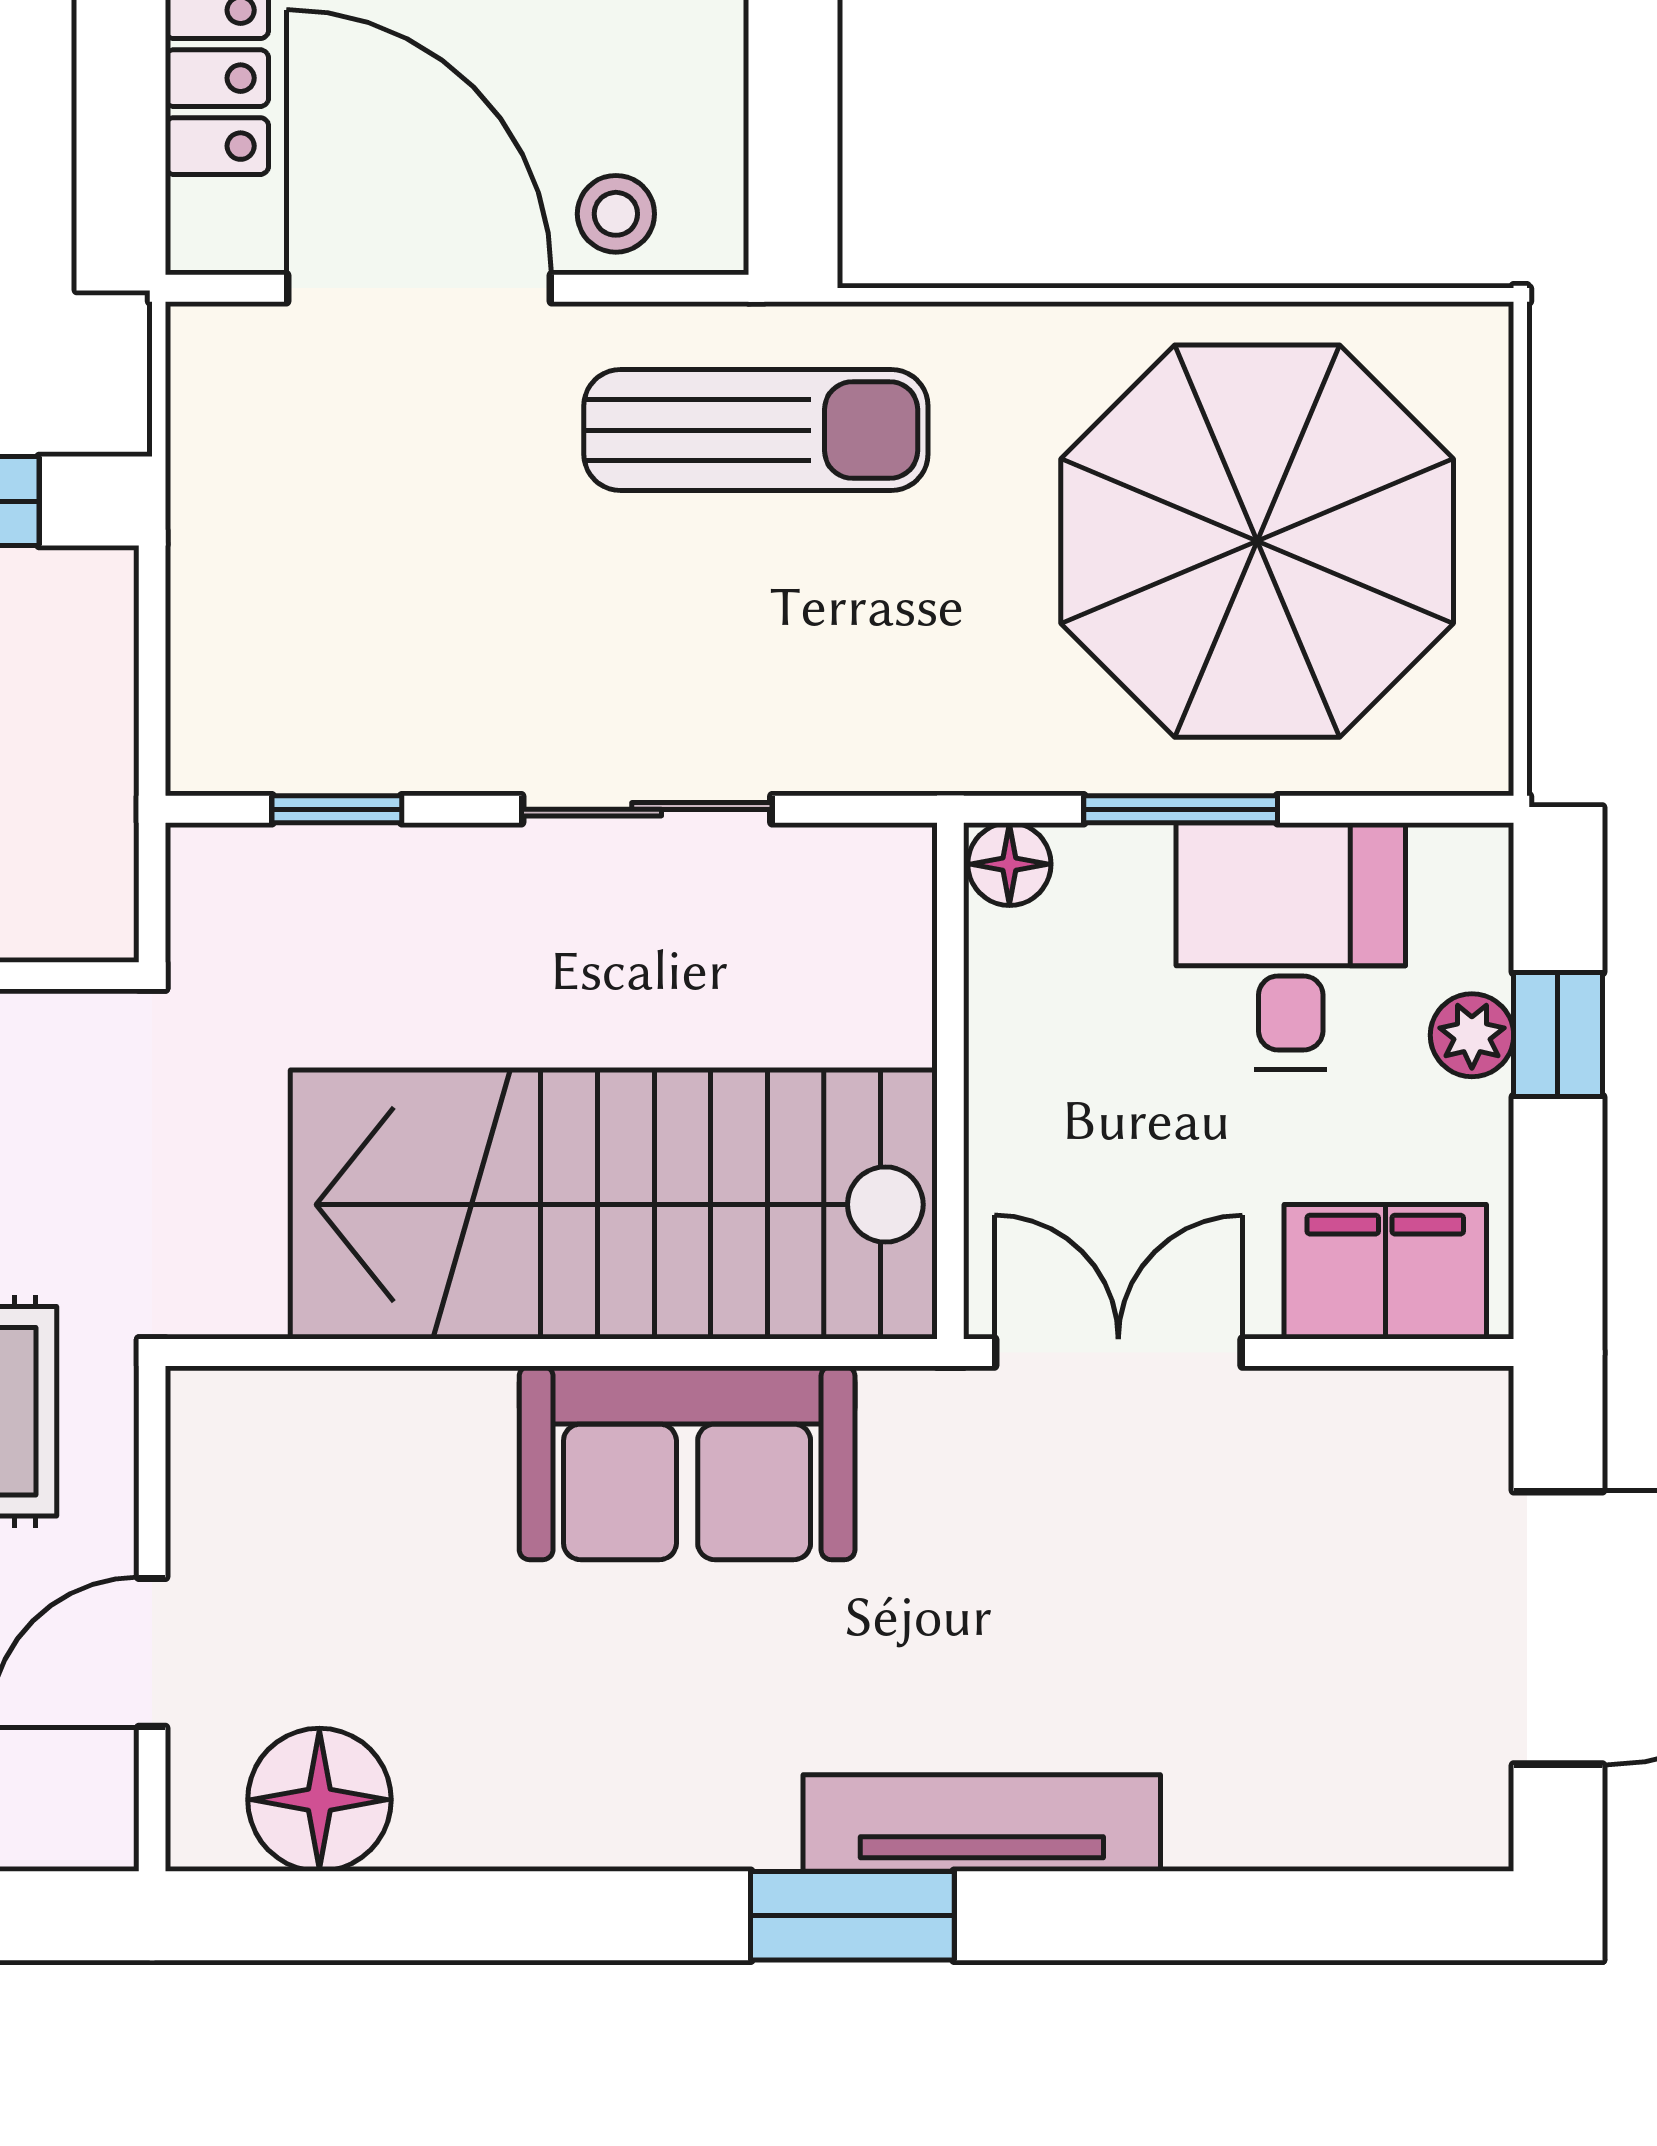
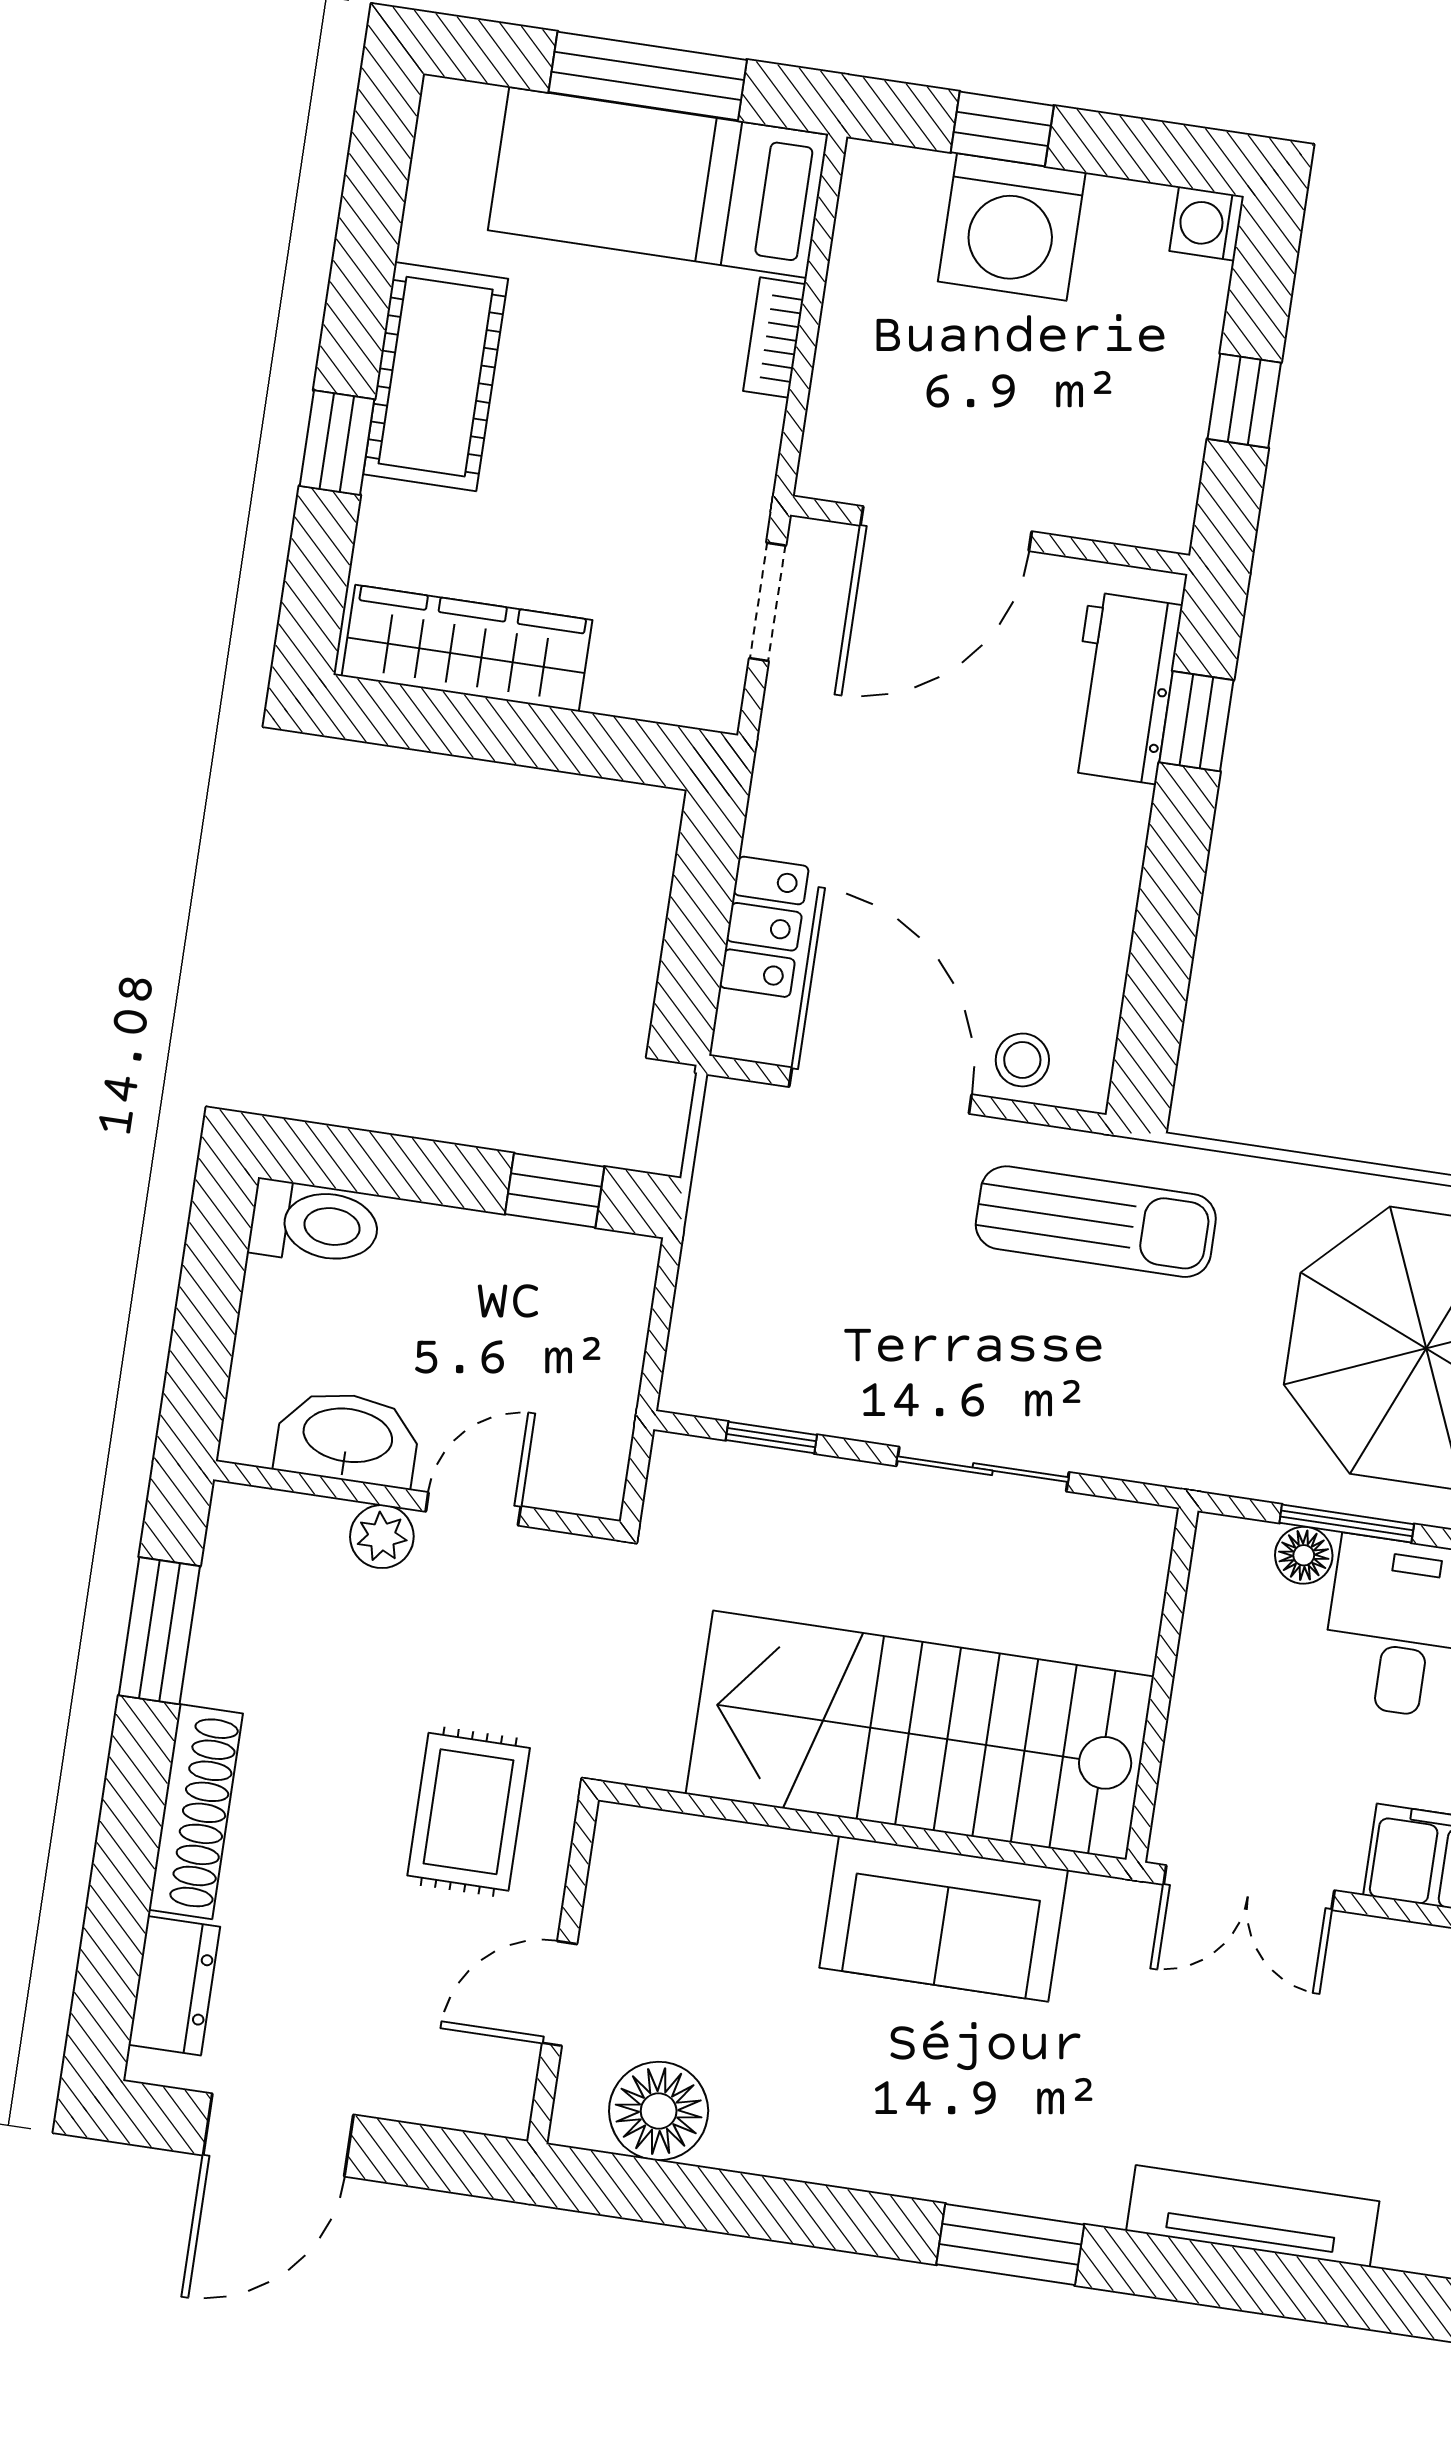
floor lamp: (1009, 864) -> (1304, 1555), moved
double door: (1118, 1353) -> (1249, 1888), swing flipped
tv unit: (982, 1823) -> (1253, 2216), moved

